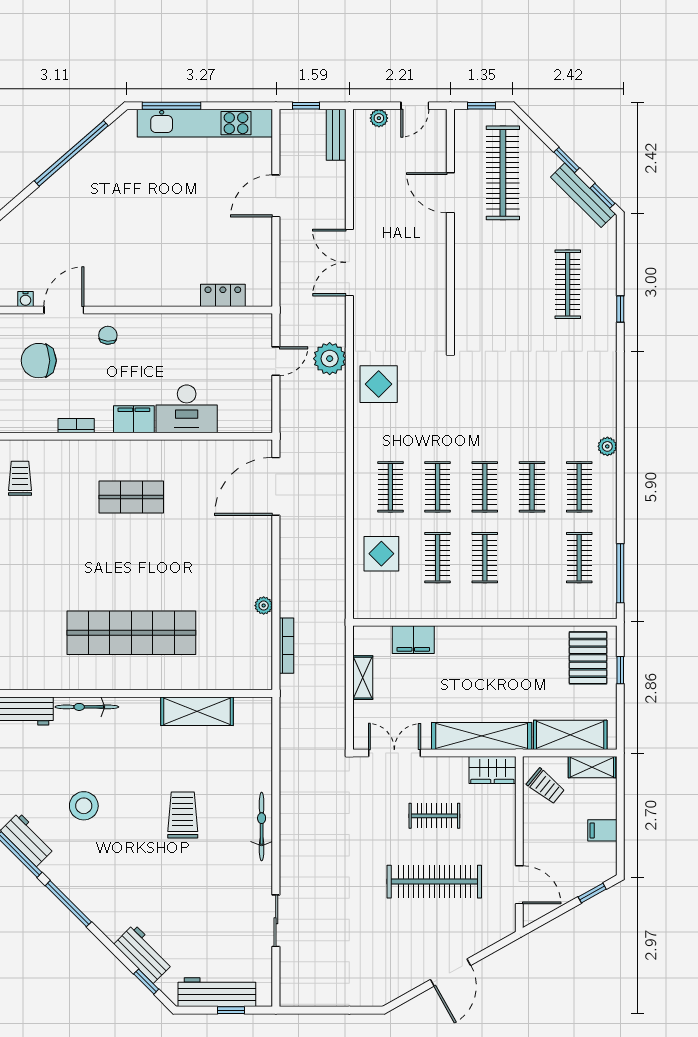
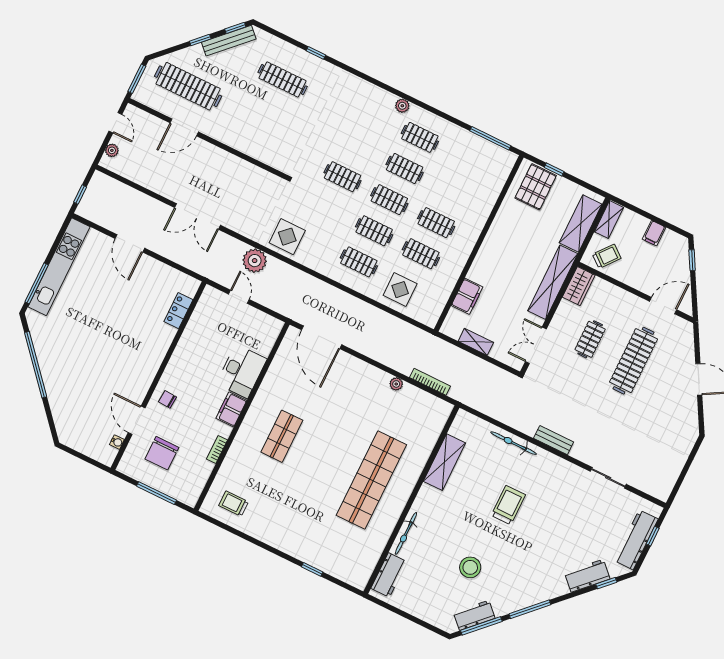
window: (481, 106) -> (137, 79), width x1.50
bench: (336, 135) -> (554, 440), moved
clothes rail: (579, 558) -> (343, 177), moved
pallet: (588, 658) -> (536, 187), turned 90
trolley: (183, 815) -> (508, 505), turned 90
bicycle: (262, 826) -> (514, 443), moved

